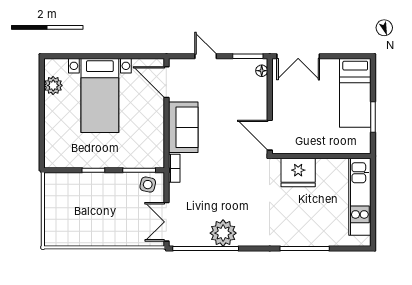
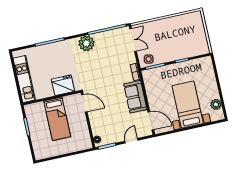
door: (206, 56) -> (131, 141), swing flipped
double door: (298, 56) -> (78, 152), removed
bed: (355, 93) -> (57, 119), moved, turned 180
plant: (223, 233) -> (86, 43), moved

